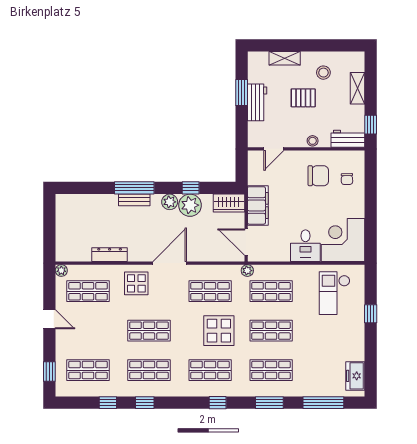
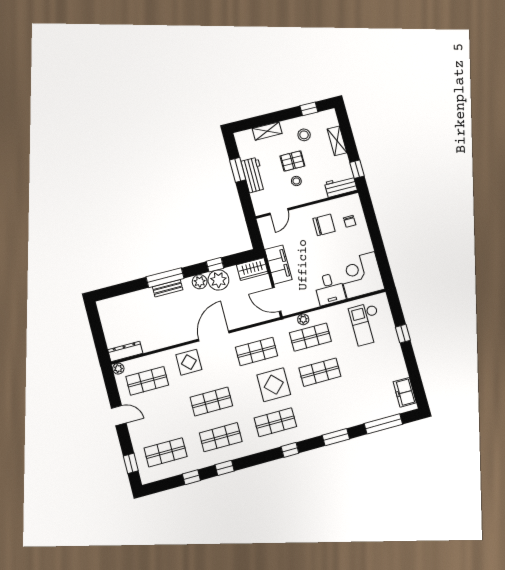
window: (337, 45) -> (309, 109), added
stool: (313, 141) -> (296, 181), moved
dresser: (110, 255) -> (125, 352), moved
plant: (247, 271) -> (303, 319), moved
shop shelf: (271, 370) -> (329, 407), removed

